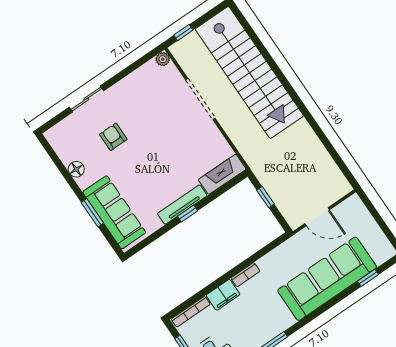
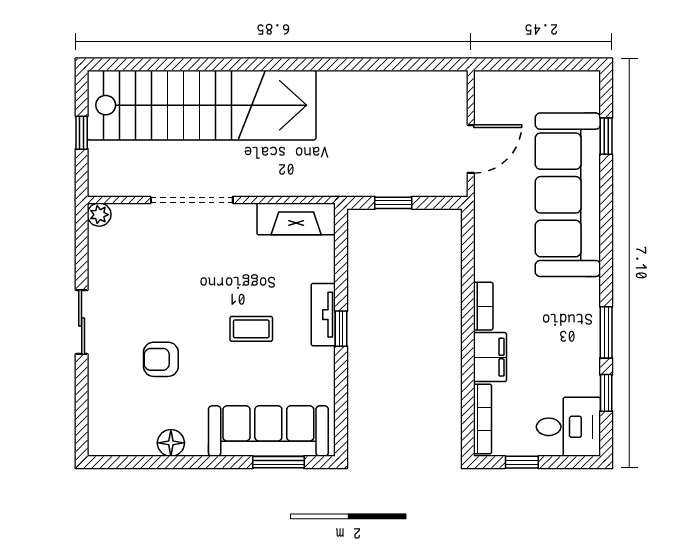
window: (183, 33) -> (82, 133), moved
sliding door: (86, 99) -> (82, 322), moved
coffee table: (158, 170) -> (251, 329), added
fireplace: (222, 174) -> (296, 219), moved, turned -90
tv unit: (182, 205) -> (323, 315), width x0.71
window: (92, 213) -> (278, 462), moved

